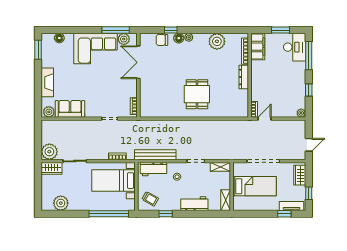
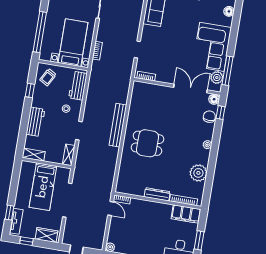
window: (171, 30) -> (220, 113), moved
floor lamp: (179, 38) -> (214, 99), moved
bench: (155, 155) -> (118, 125), moved

